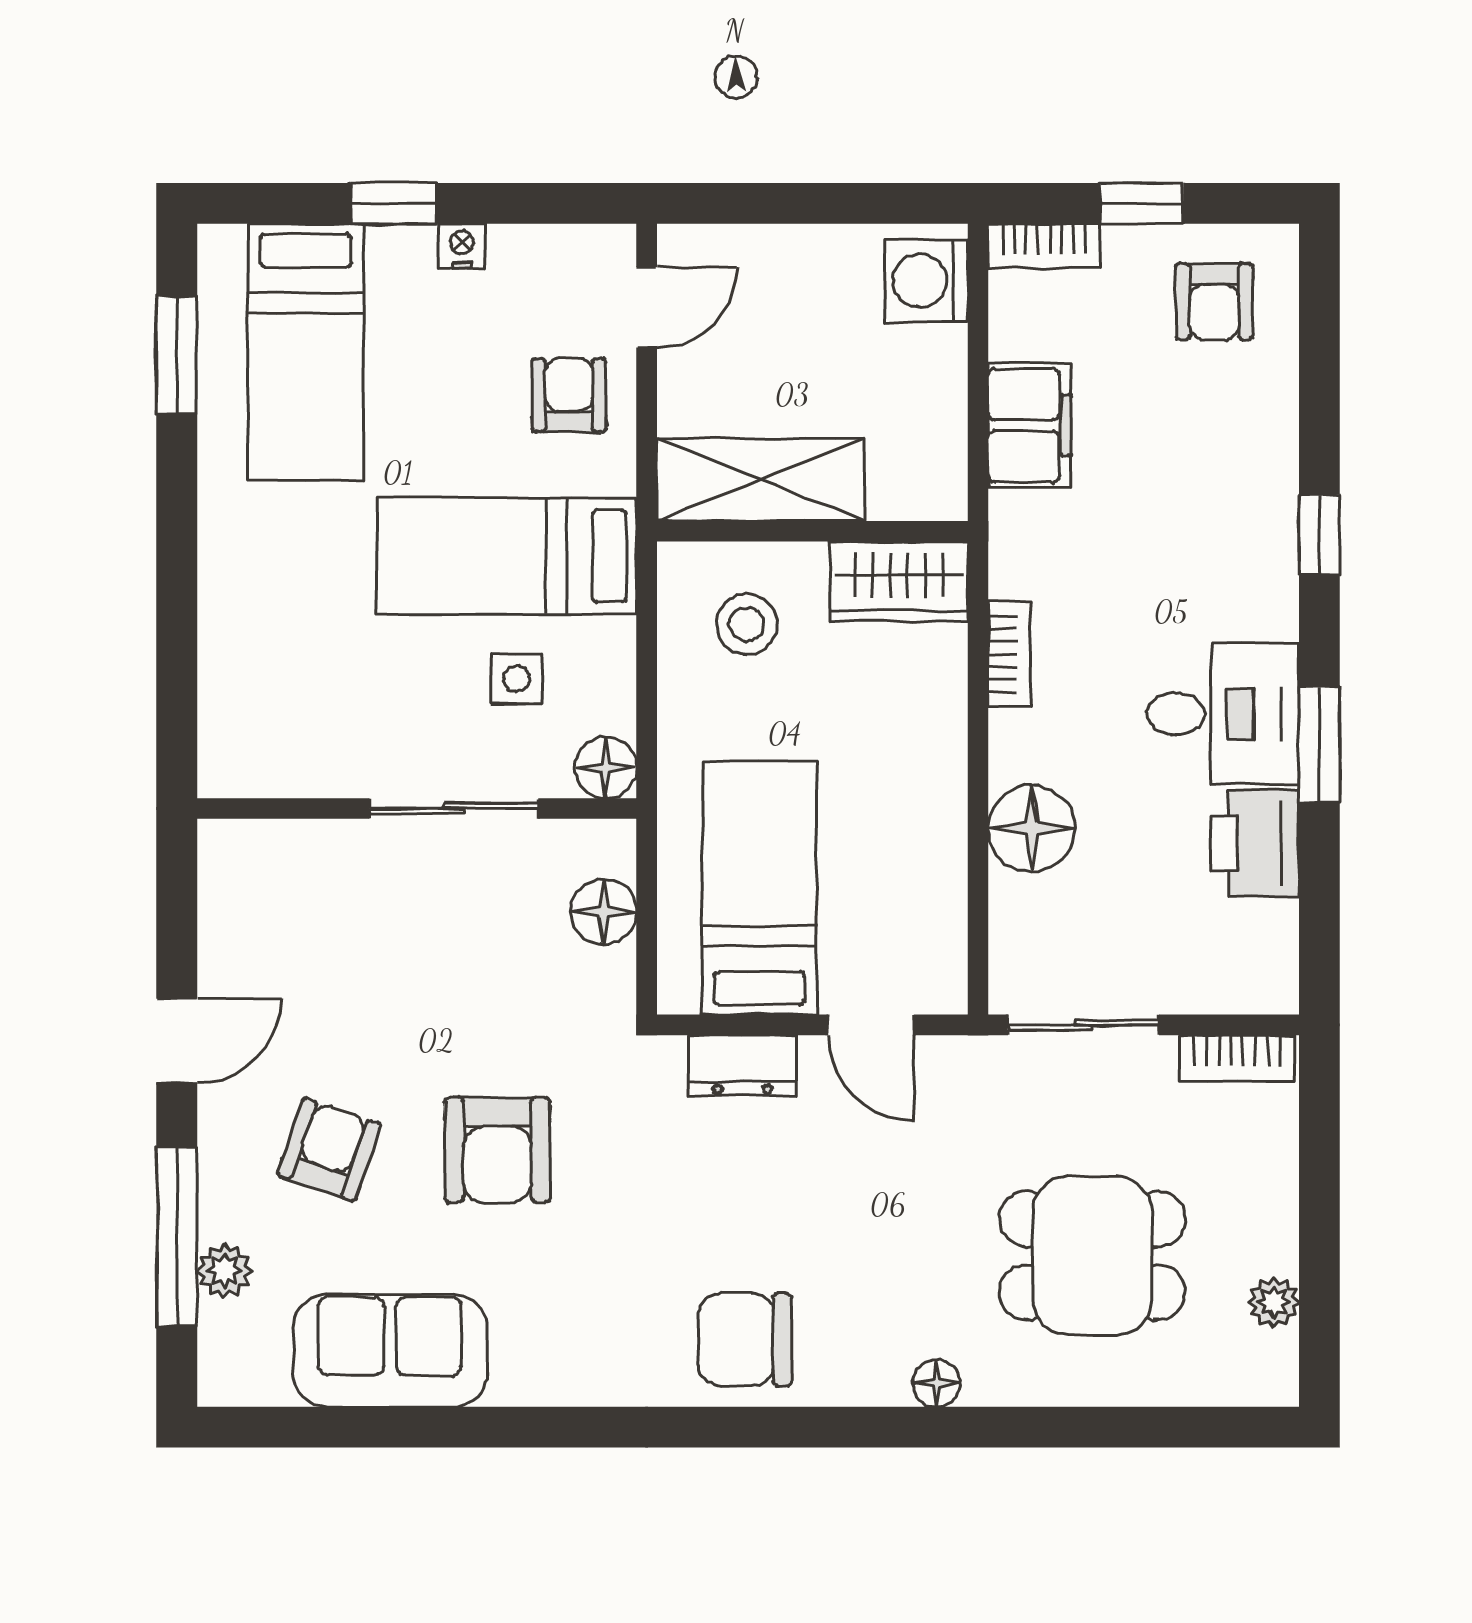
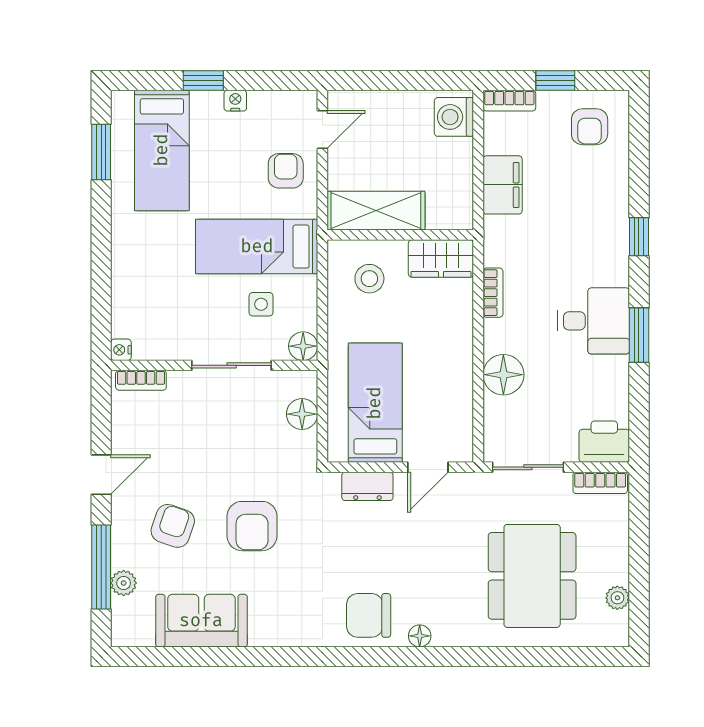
nightstand: (219, 775) -> (121, 350), added
bookcase: (261, 840) -> (141, 380), added
printer: (1255, 843) -> (604, 442), moved, turned 90
door: (871, 1025) -> (428, 467), hinge flipped
dining table: (1092, 1256) -> (532, 576), width x1.38
floor lamp: (936, 1383) -> (420, 636), moved

